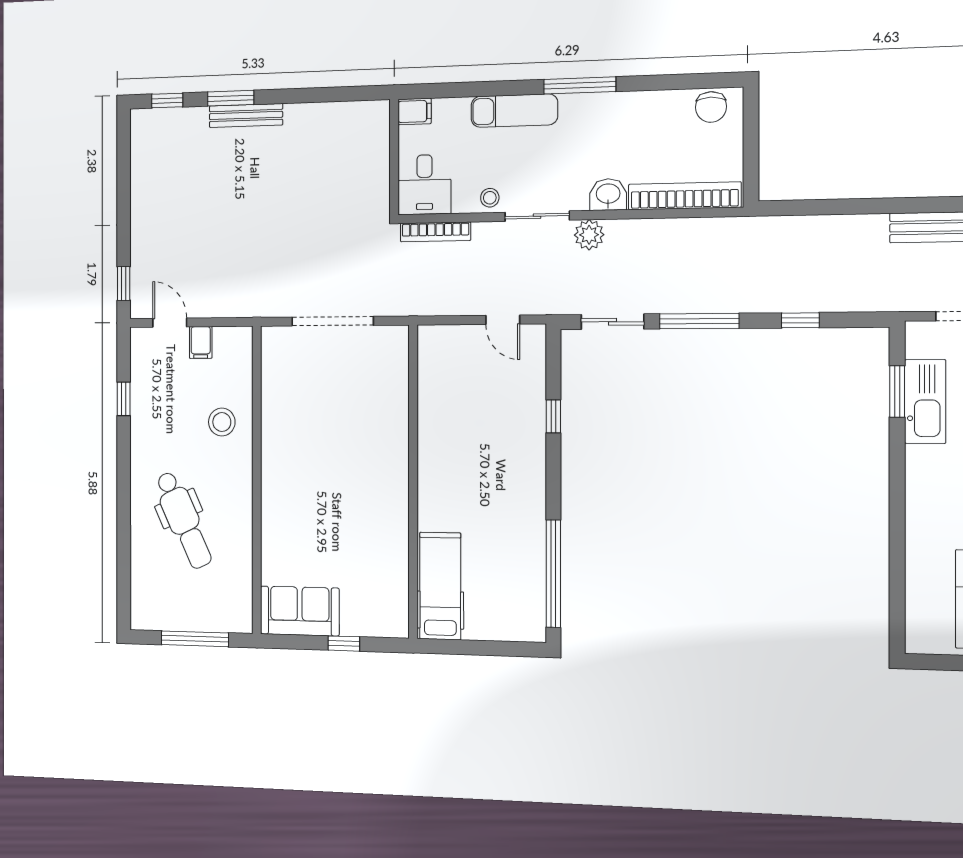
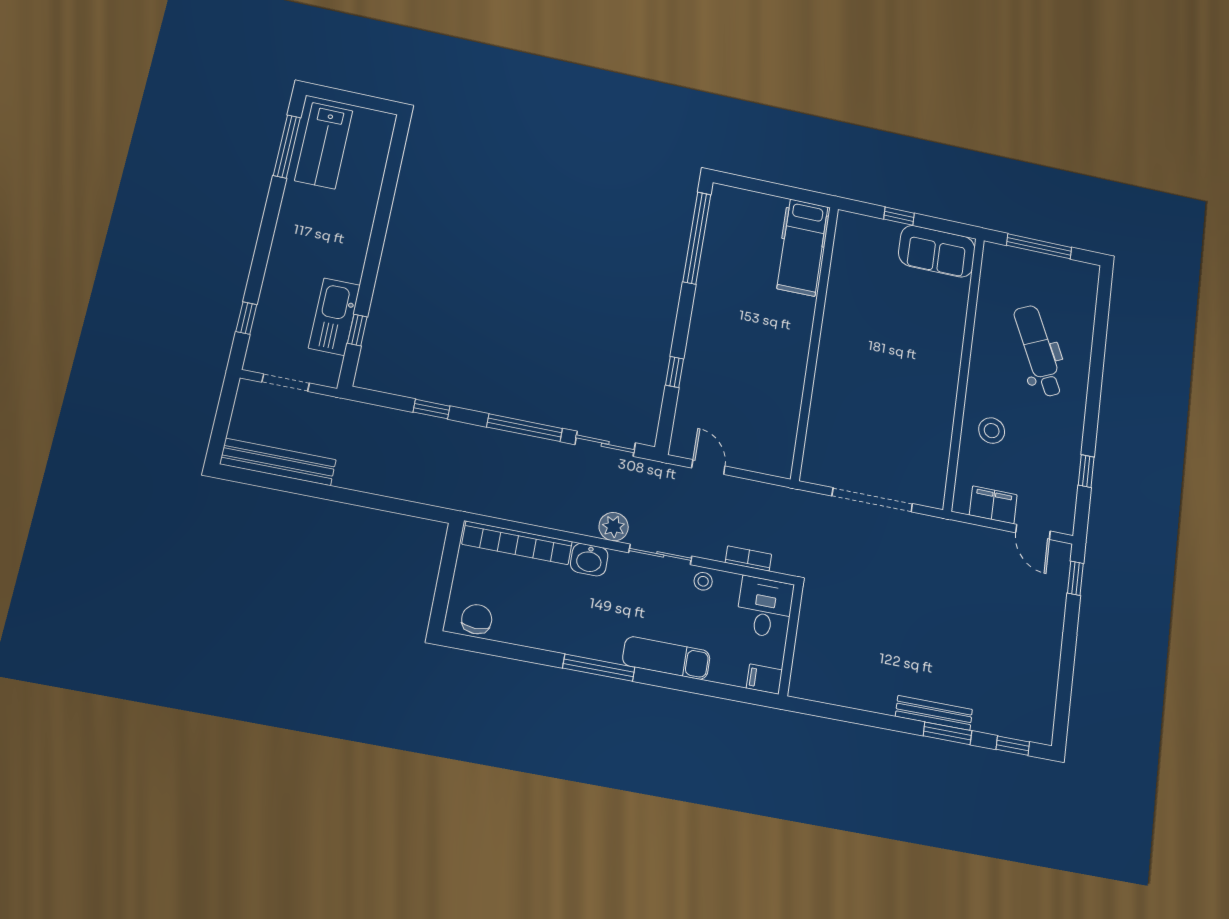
bookcase: (435, 232) -> (748, 558), width x0.64
filing cabinet: (201, 342) -> (993, 505), width x2.00
window: (897, 391) -> (357, 330), width x0.67

